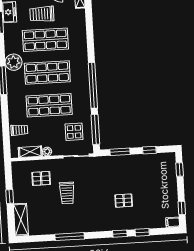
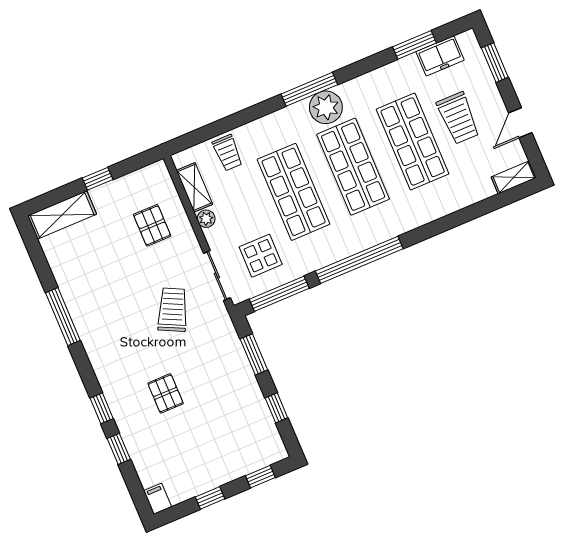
trolley: (42, 14) -> (458, 118), turned 180
plant: (14, 62) -> (326, 107), moved
trolley: (67, 193) -> (173, 310), moved, turned 116
window: (182, 208) -> (210, 498), moved

